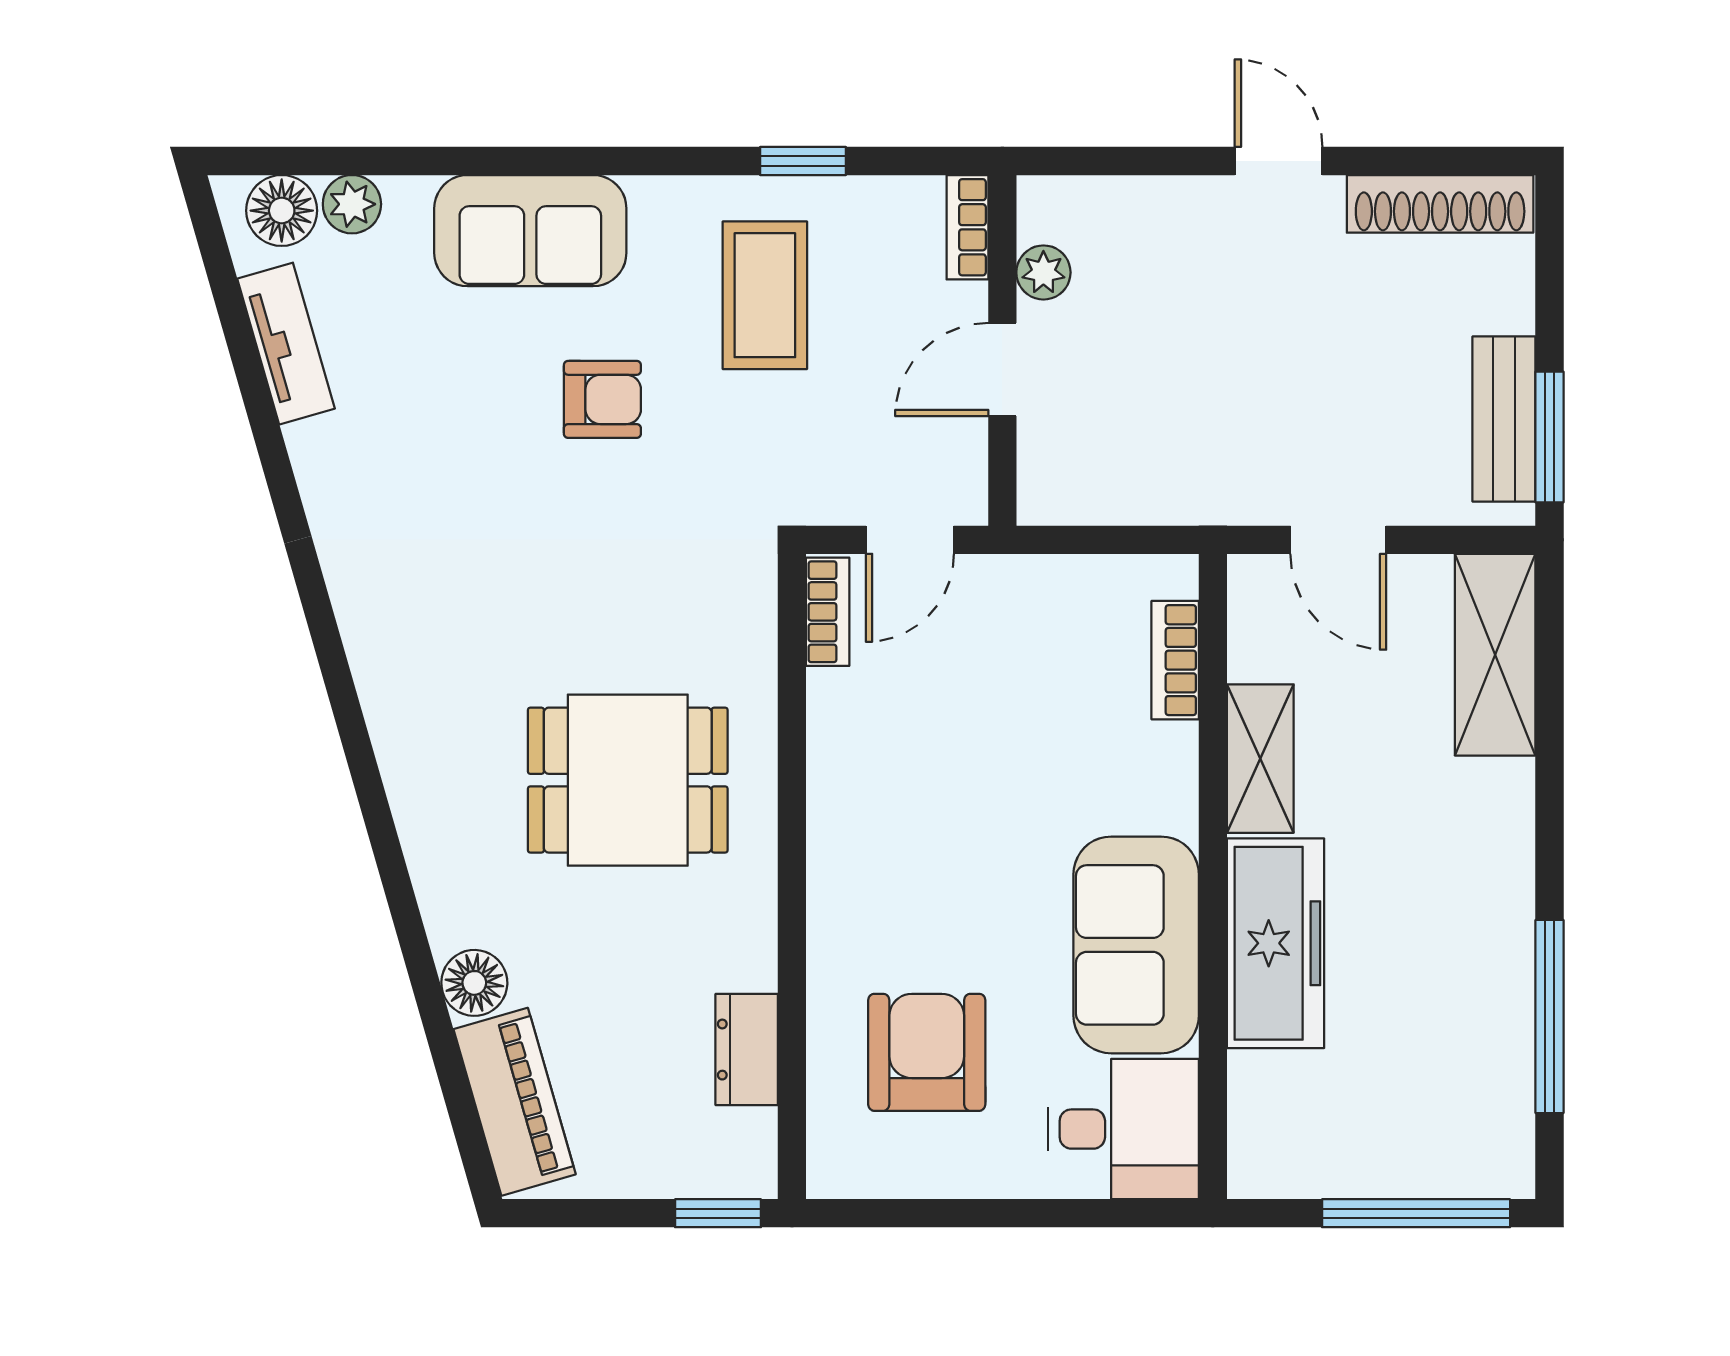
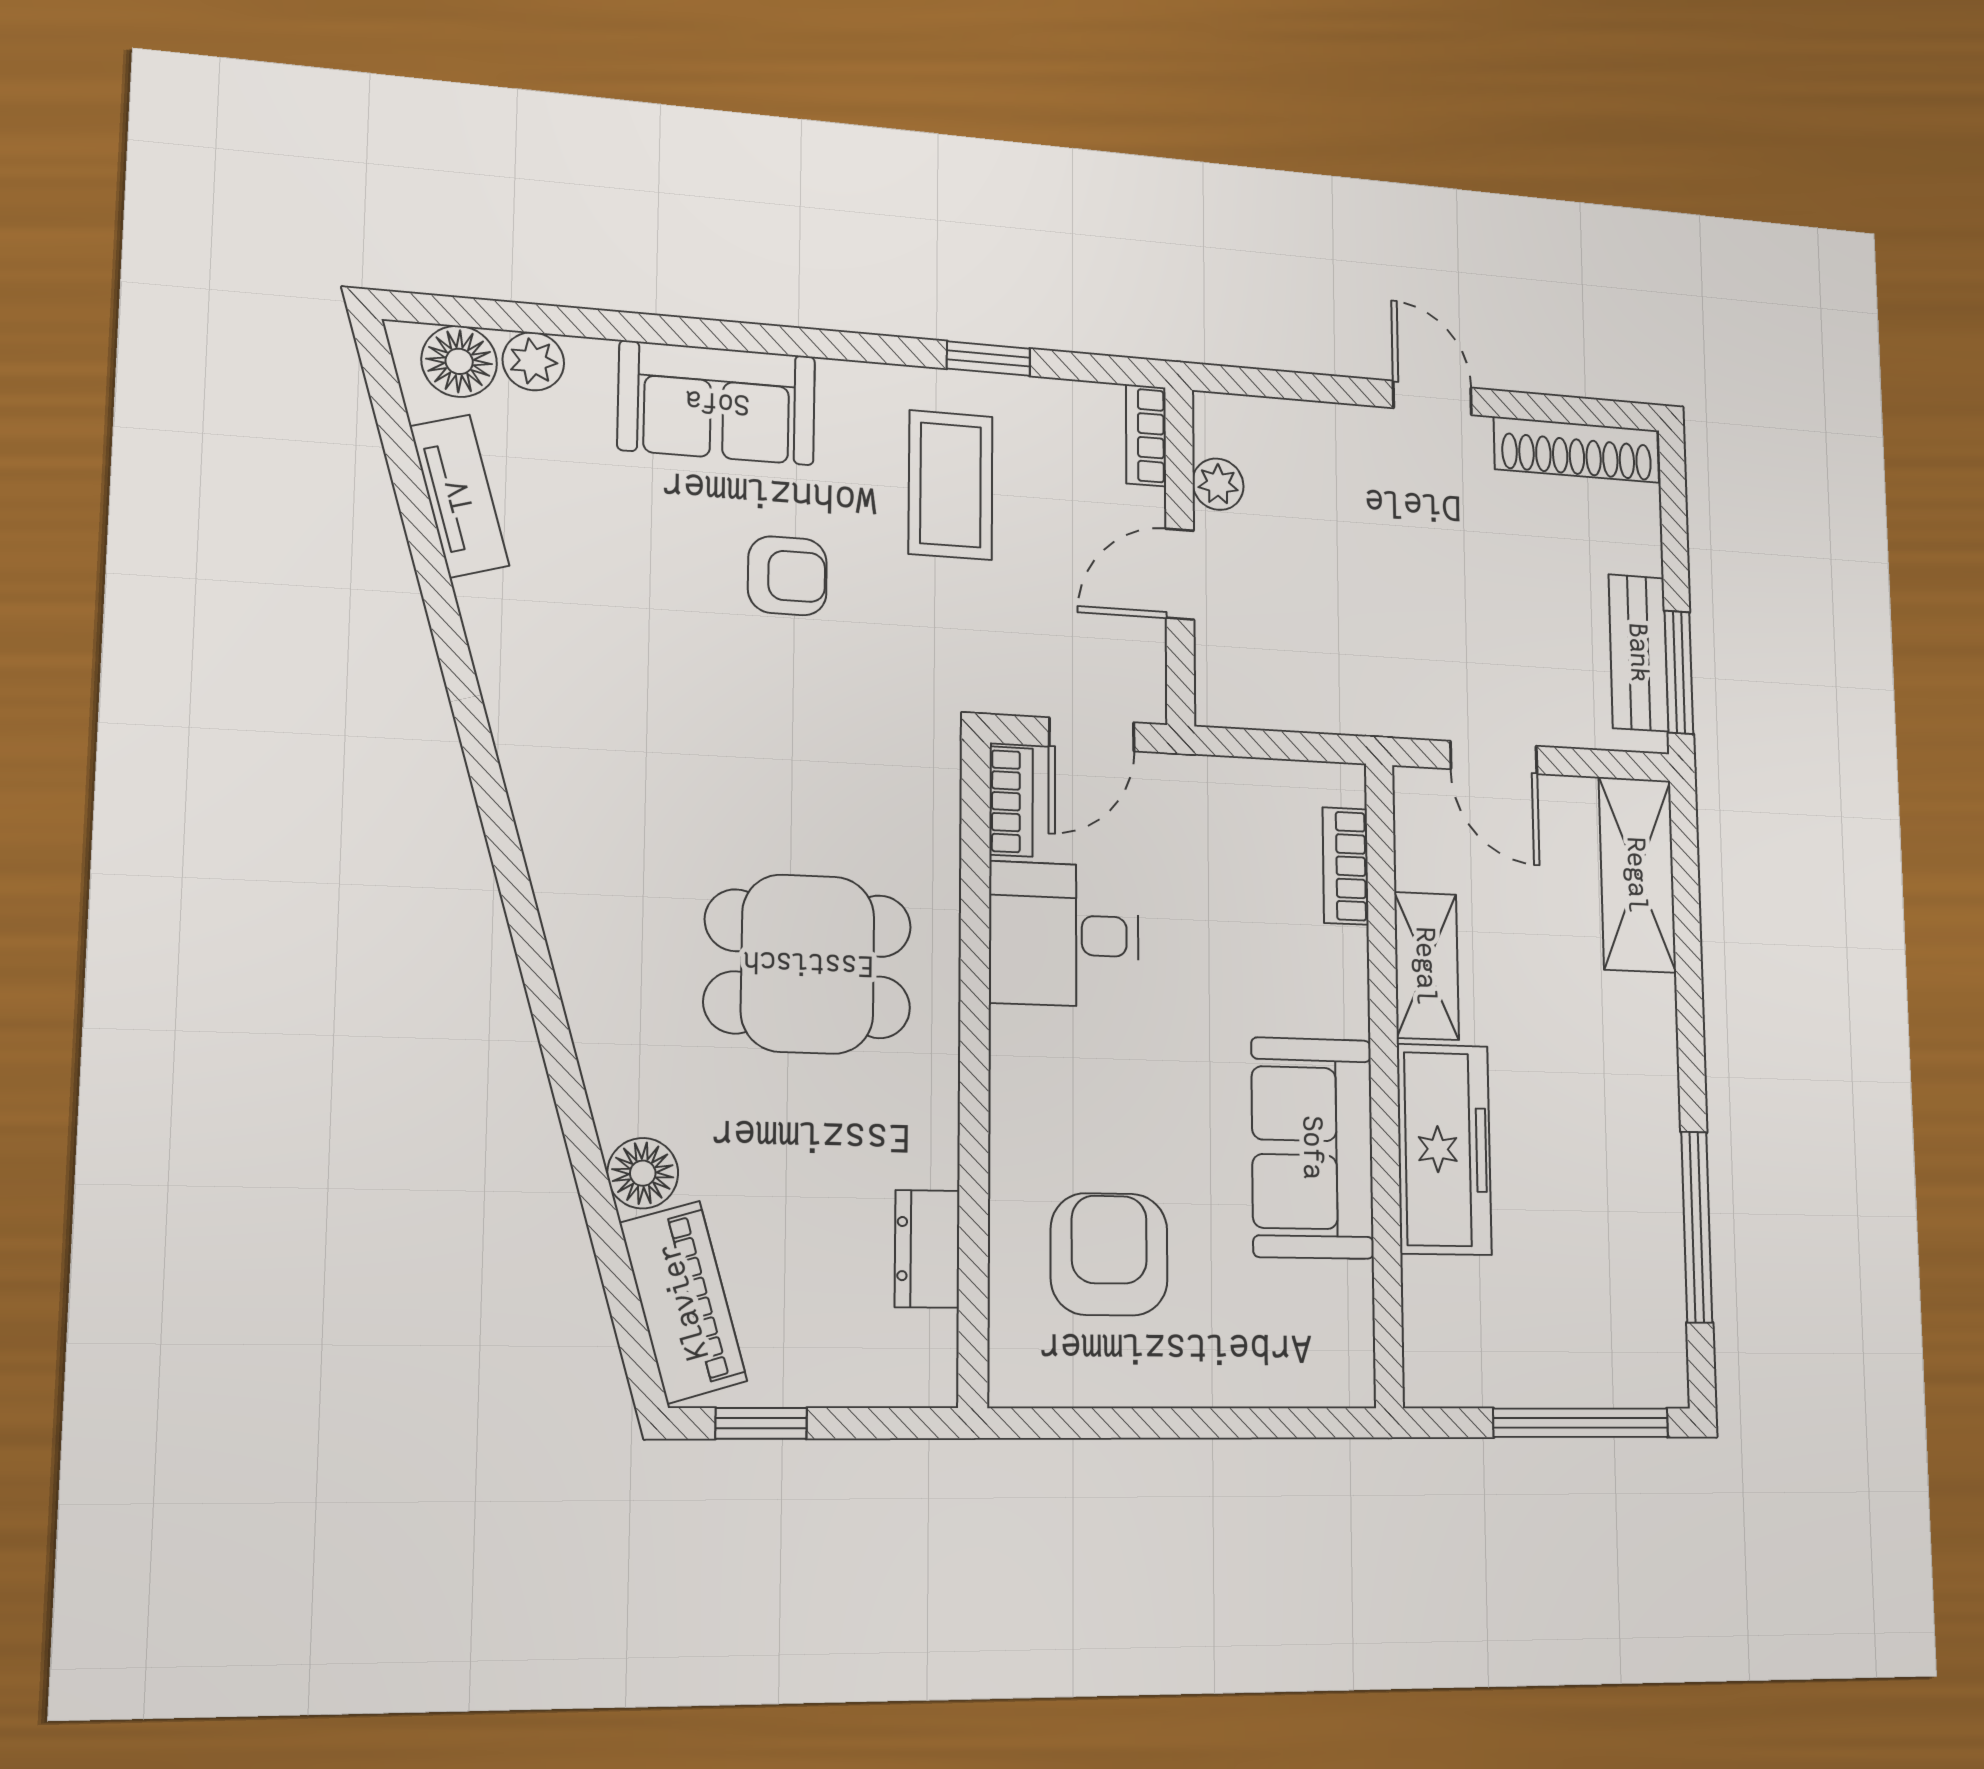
desk: (1123, 1129) -> (1064, 935), moved, turned 180
window: (718, 1213) -> (761, 1423), moved

